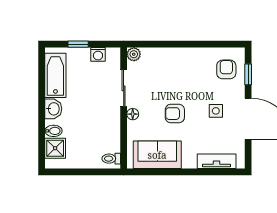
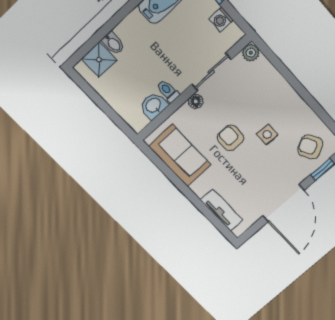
armchair: (226, 69) -> (310, 147), turned -120
washbasin: (53, 109) -> (154, 106), moved, turned 180
side table: (216, 111) -> (267, 135), moved
toilet: (111, 159) -> (168, 91), moved

